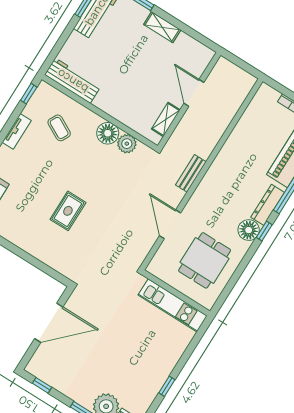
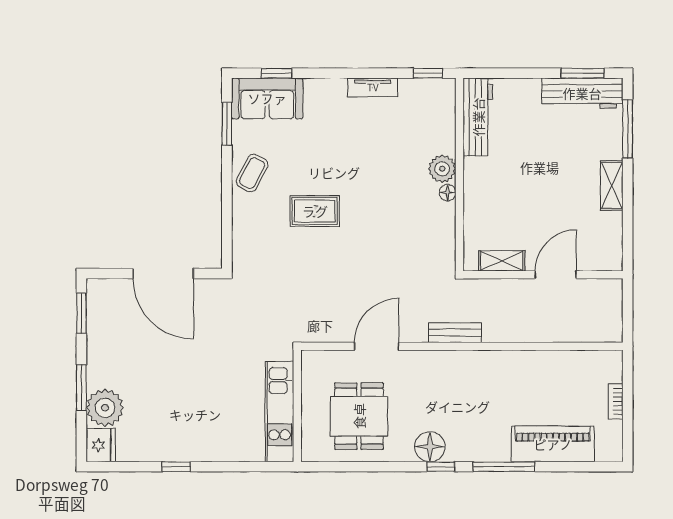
coffee table: (59, 128) -> (252, 173), moved
floor lamp: (108, 133) -> (448, 193), width x0.53, depth x0.53
plant: (127, 144) -> (442, 169), moved
dresser: (268, 205) -> (475, 451), removed
dining table: (205, 260) -> (359, 416), turned 90
window: (42, 385) -> (81, 313), width x1.50

